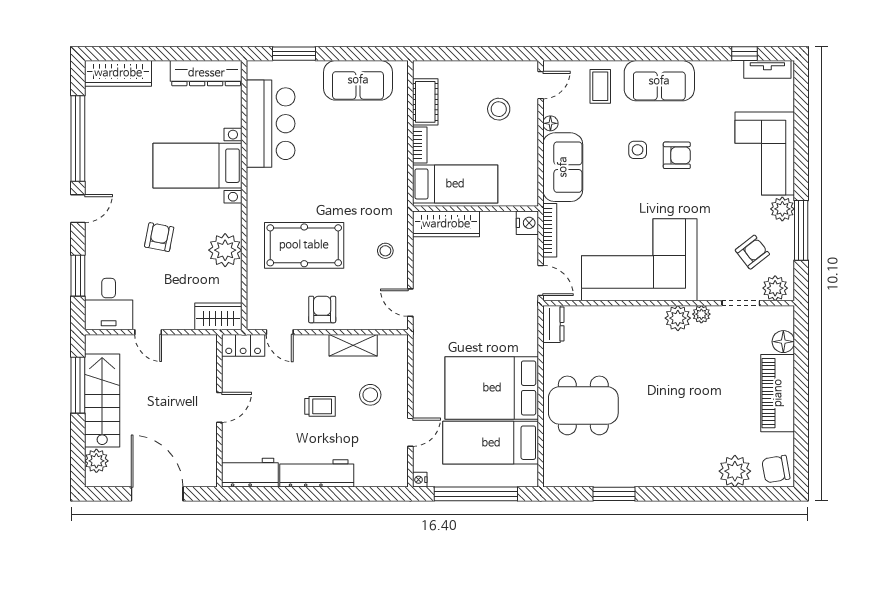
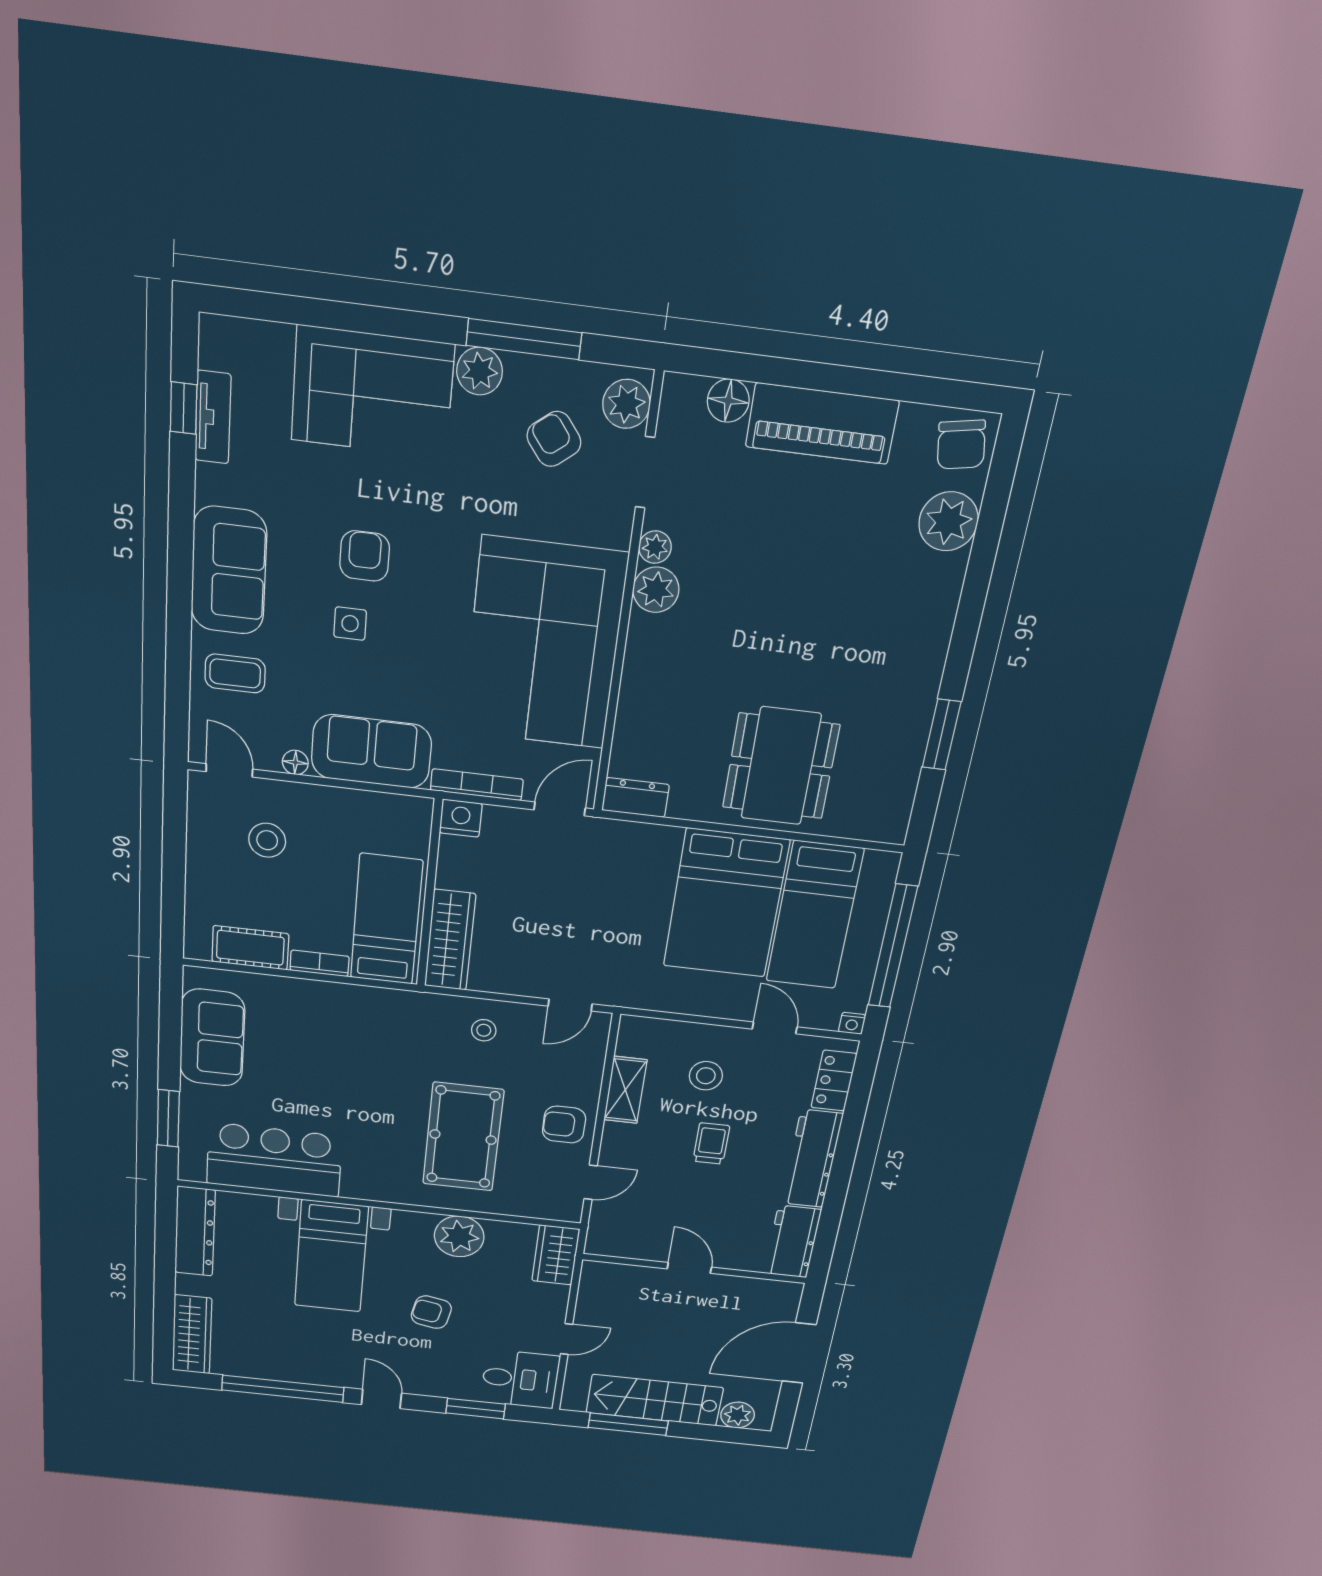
tv unit: (767, 69) -> (213, 417), moved
locker: (243, 345) -> (834, 1081), moved, turned 180

